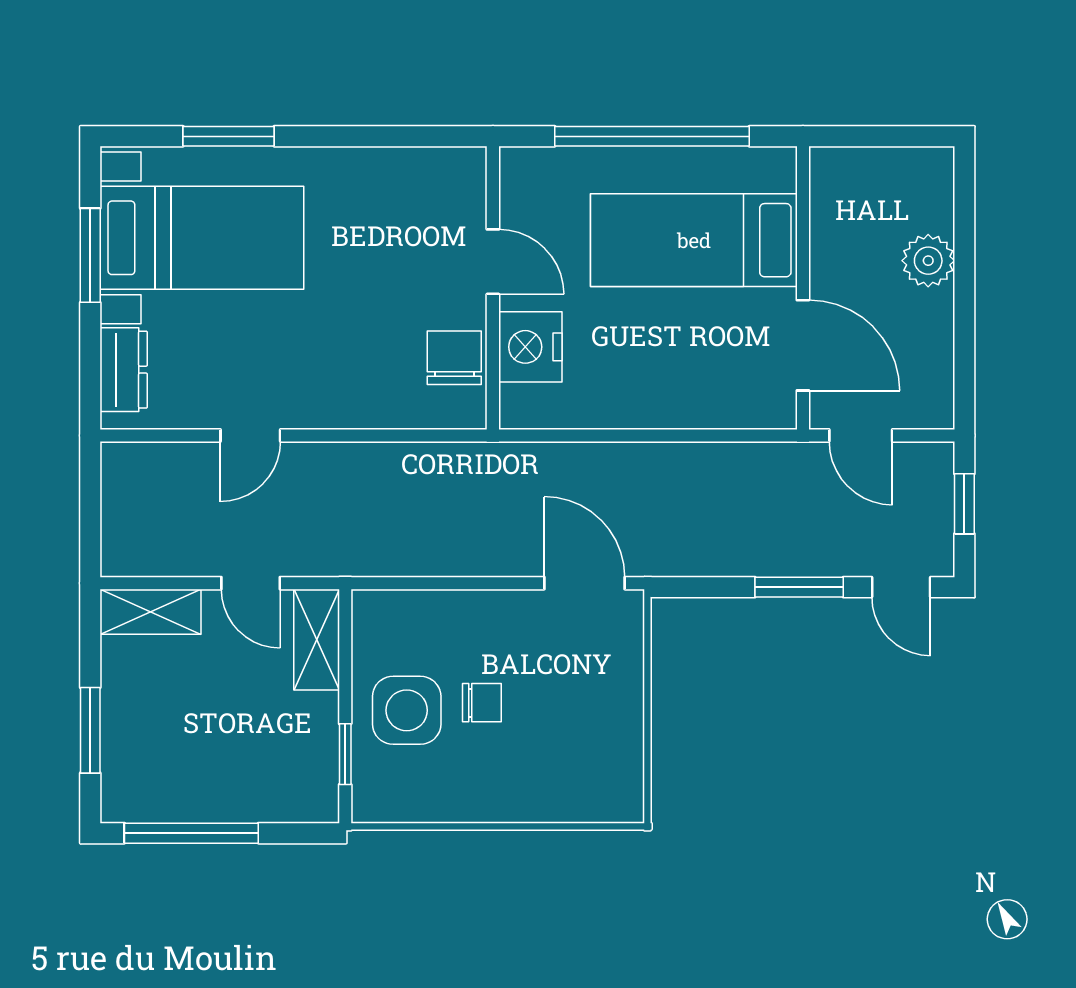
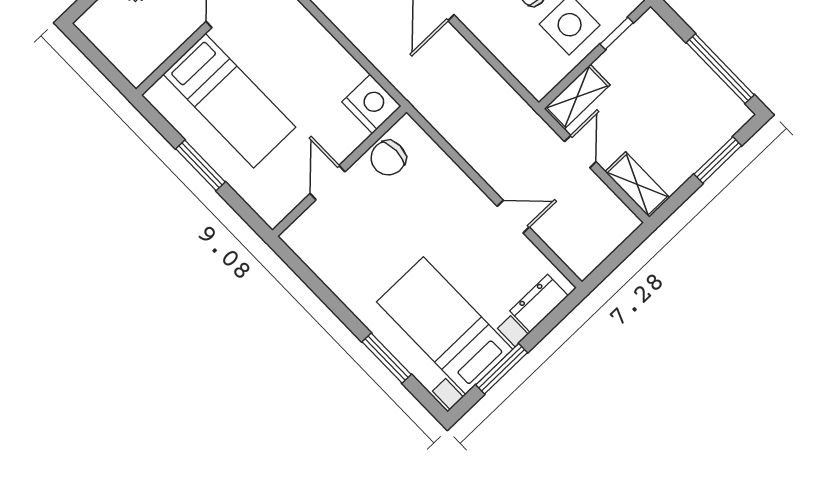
window: (652, 136) -> (200, 165), width x0.47
nightstand: (530, 347) -> (372, 104), moved, turned -90

